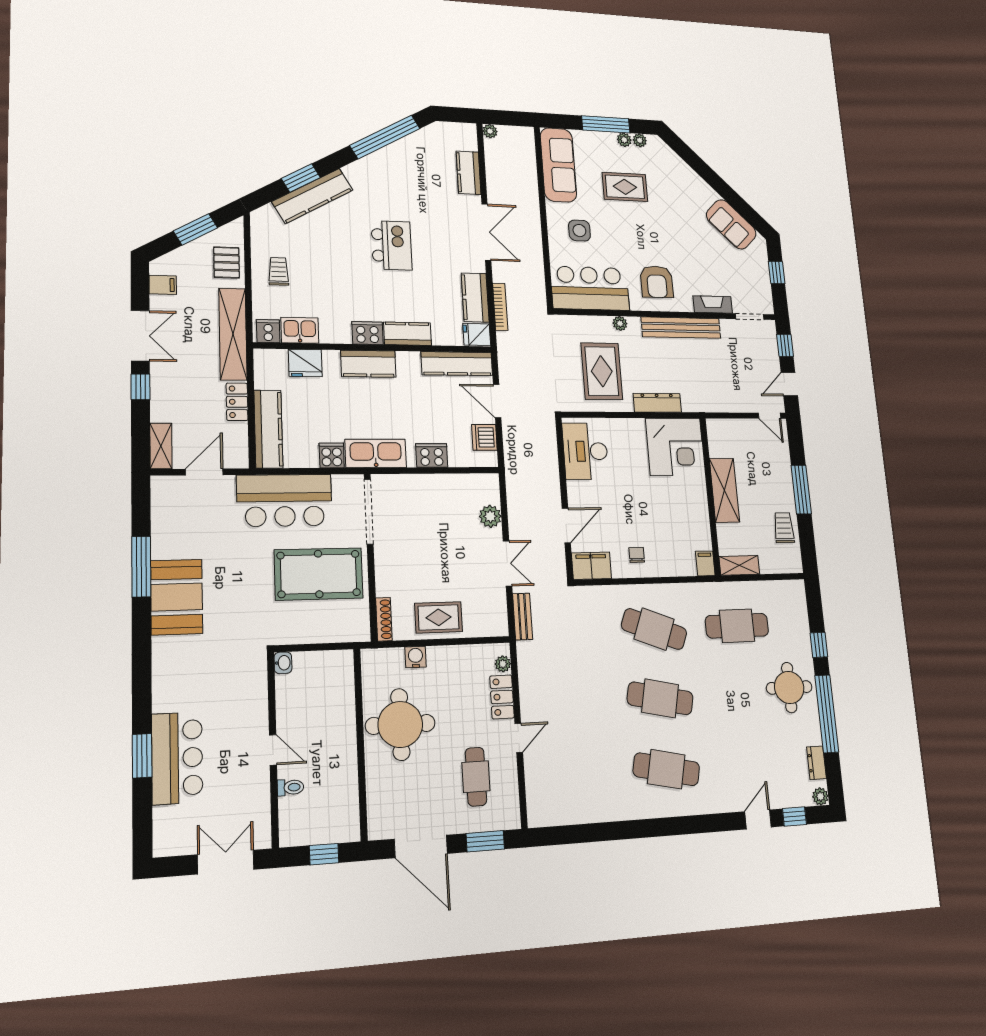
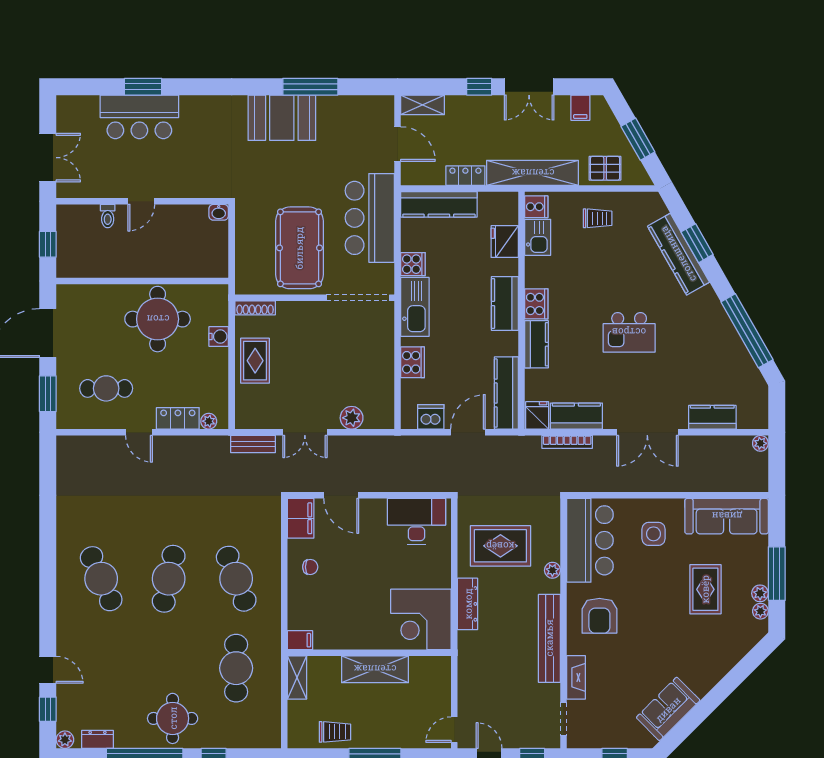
armchair: (657, 282) -> (599, 616), turned -90
cafe table: (654, 629) -> (236, 579), turned -42
cafe table: (666, 769) -> (101, 579), turned -36

